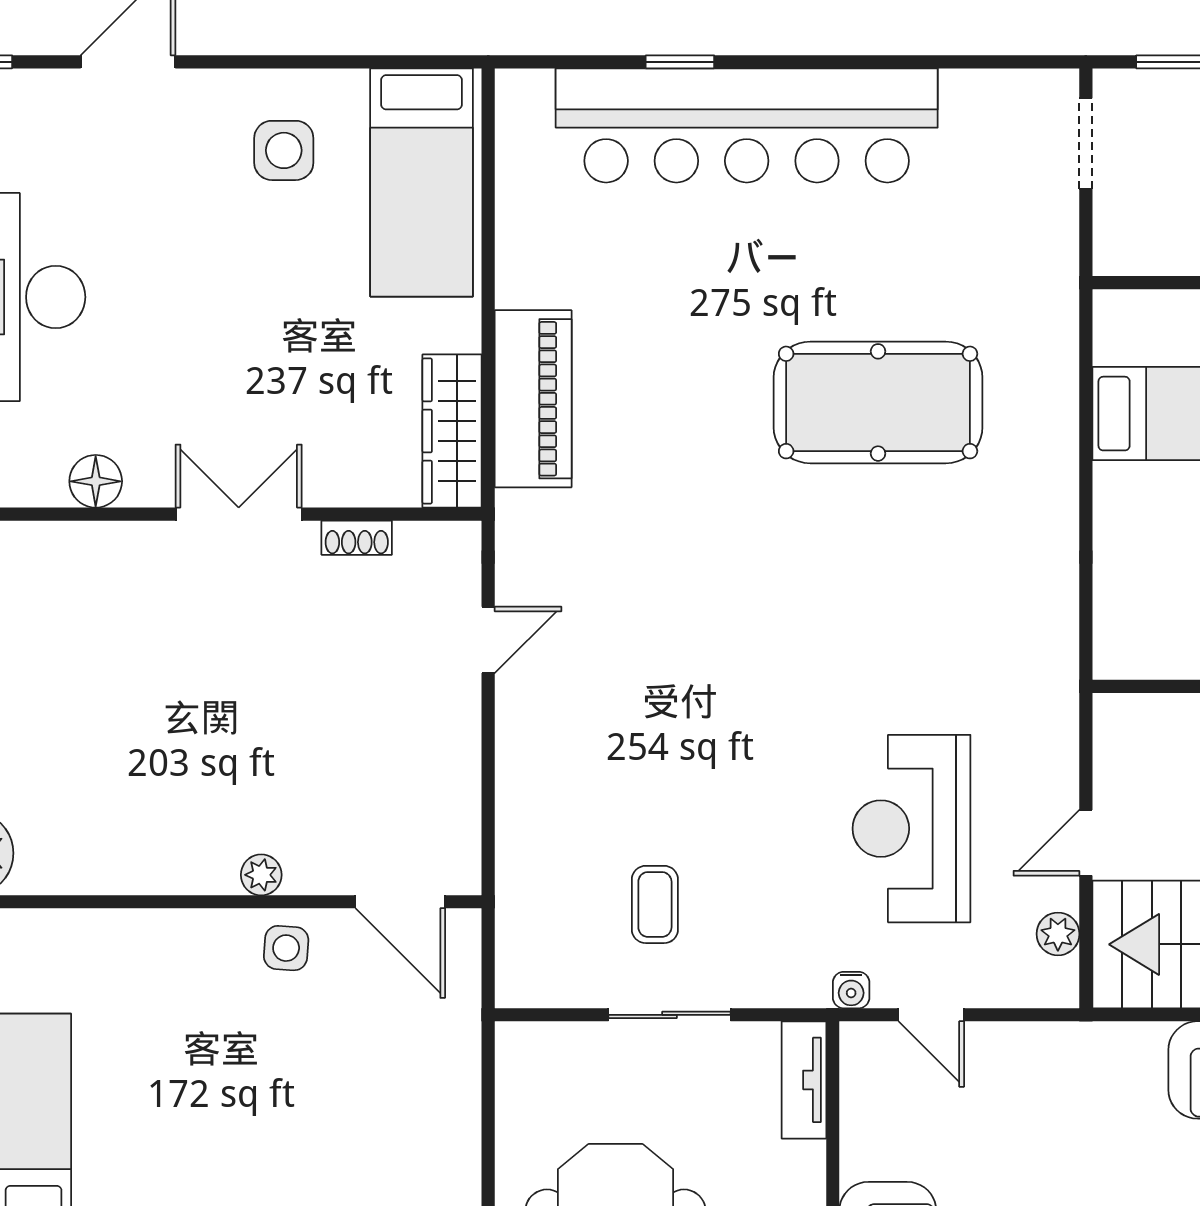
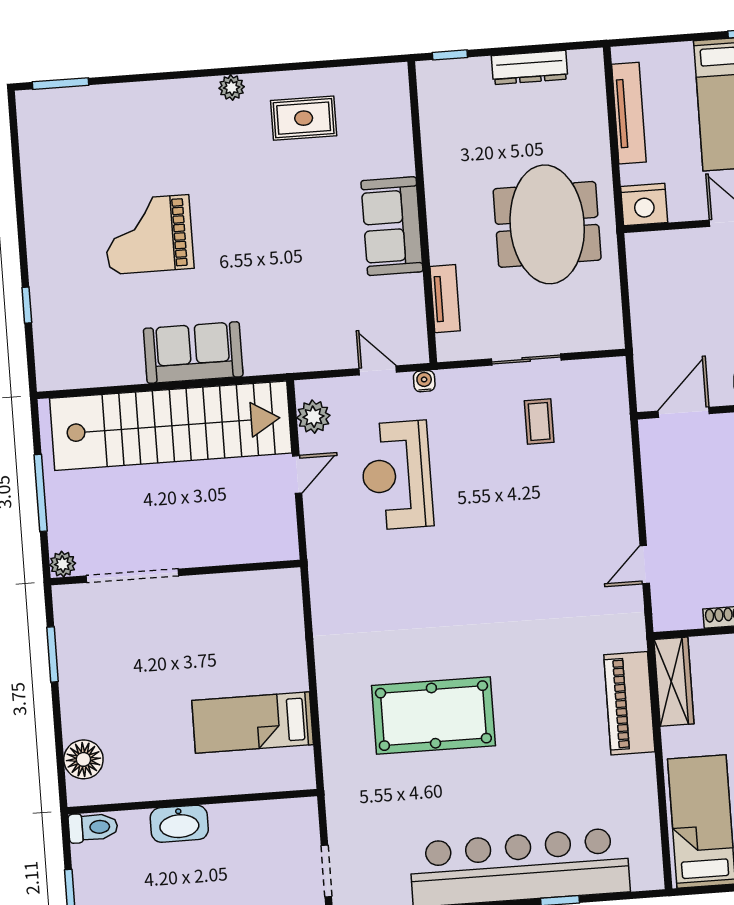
reception desk: (911, 829) -> (397, 475), turned 180
door: (400, 902) -> (684, 412), hinge flipped
plant: (1058, 934) -> (313, 417), width x1.38, depth x1.38
tv unit: (804, 1080) -> (445, 299), moved

